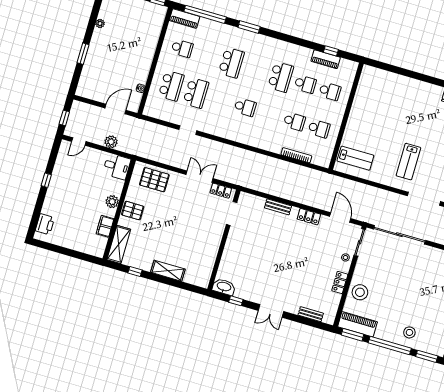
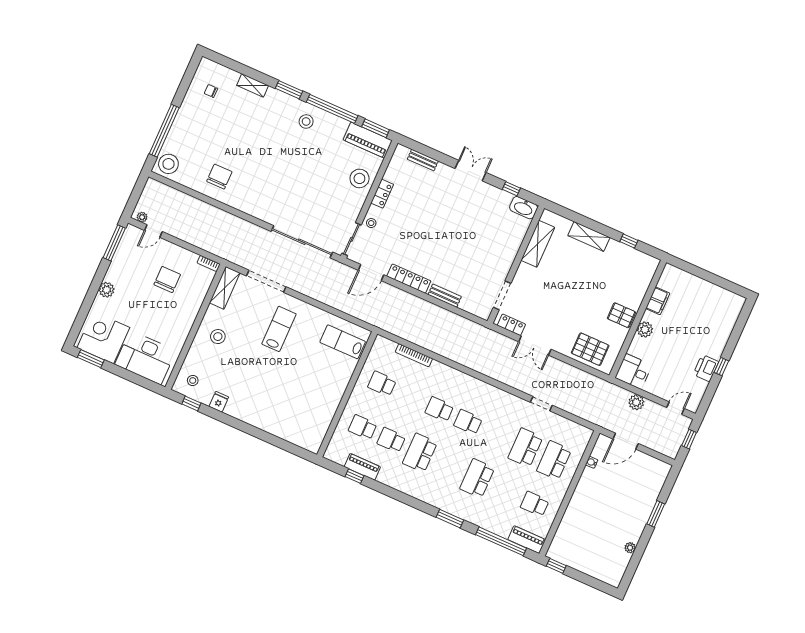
school desk: (294, 122) -> (439, 409), moved
locker: (309, 217) -> (409, 279), width x1.53
door: (340, 217) -> (371, 272), hinge flipped
printer: (45, 224) -> (706, 368), moved
shelving: (119, 244) -> (538, 244), moved

